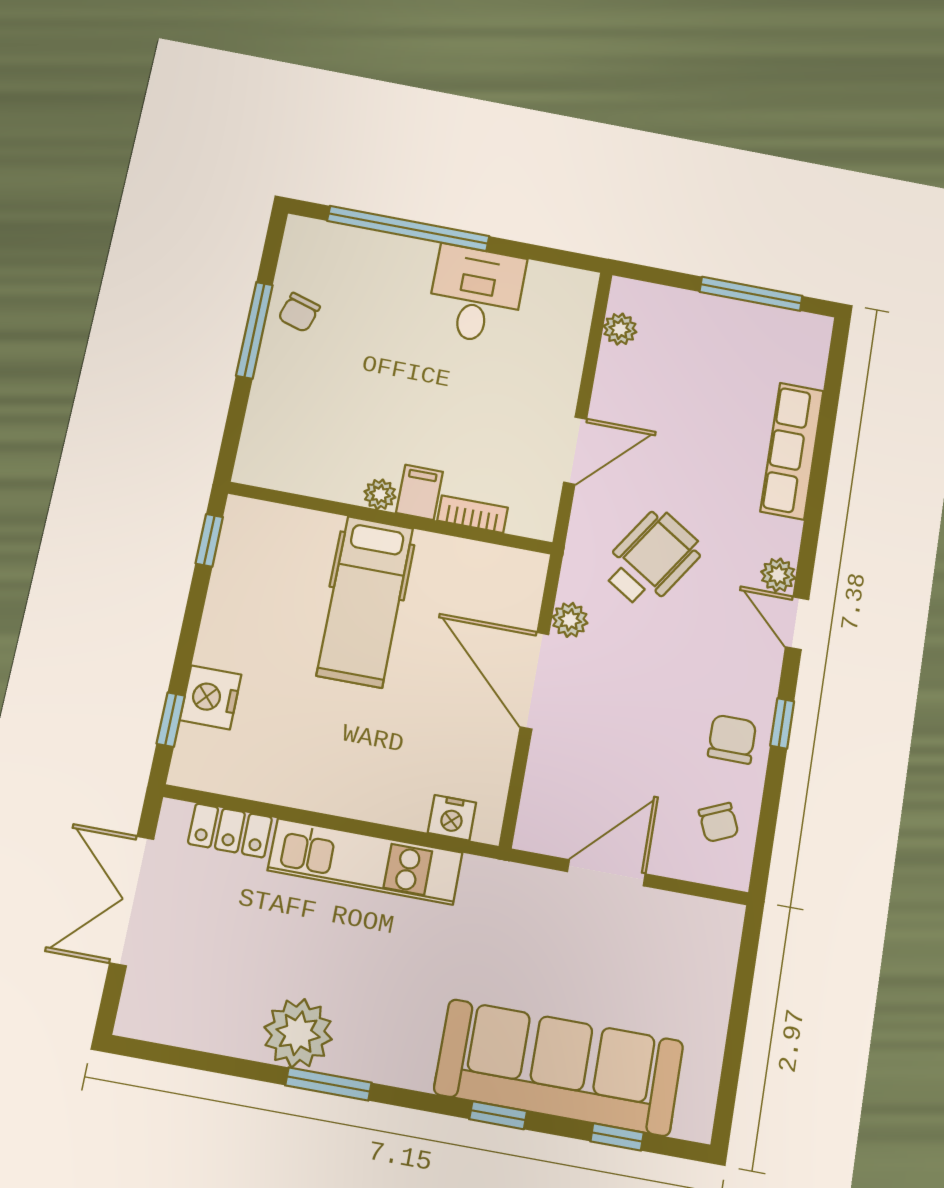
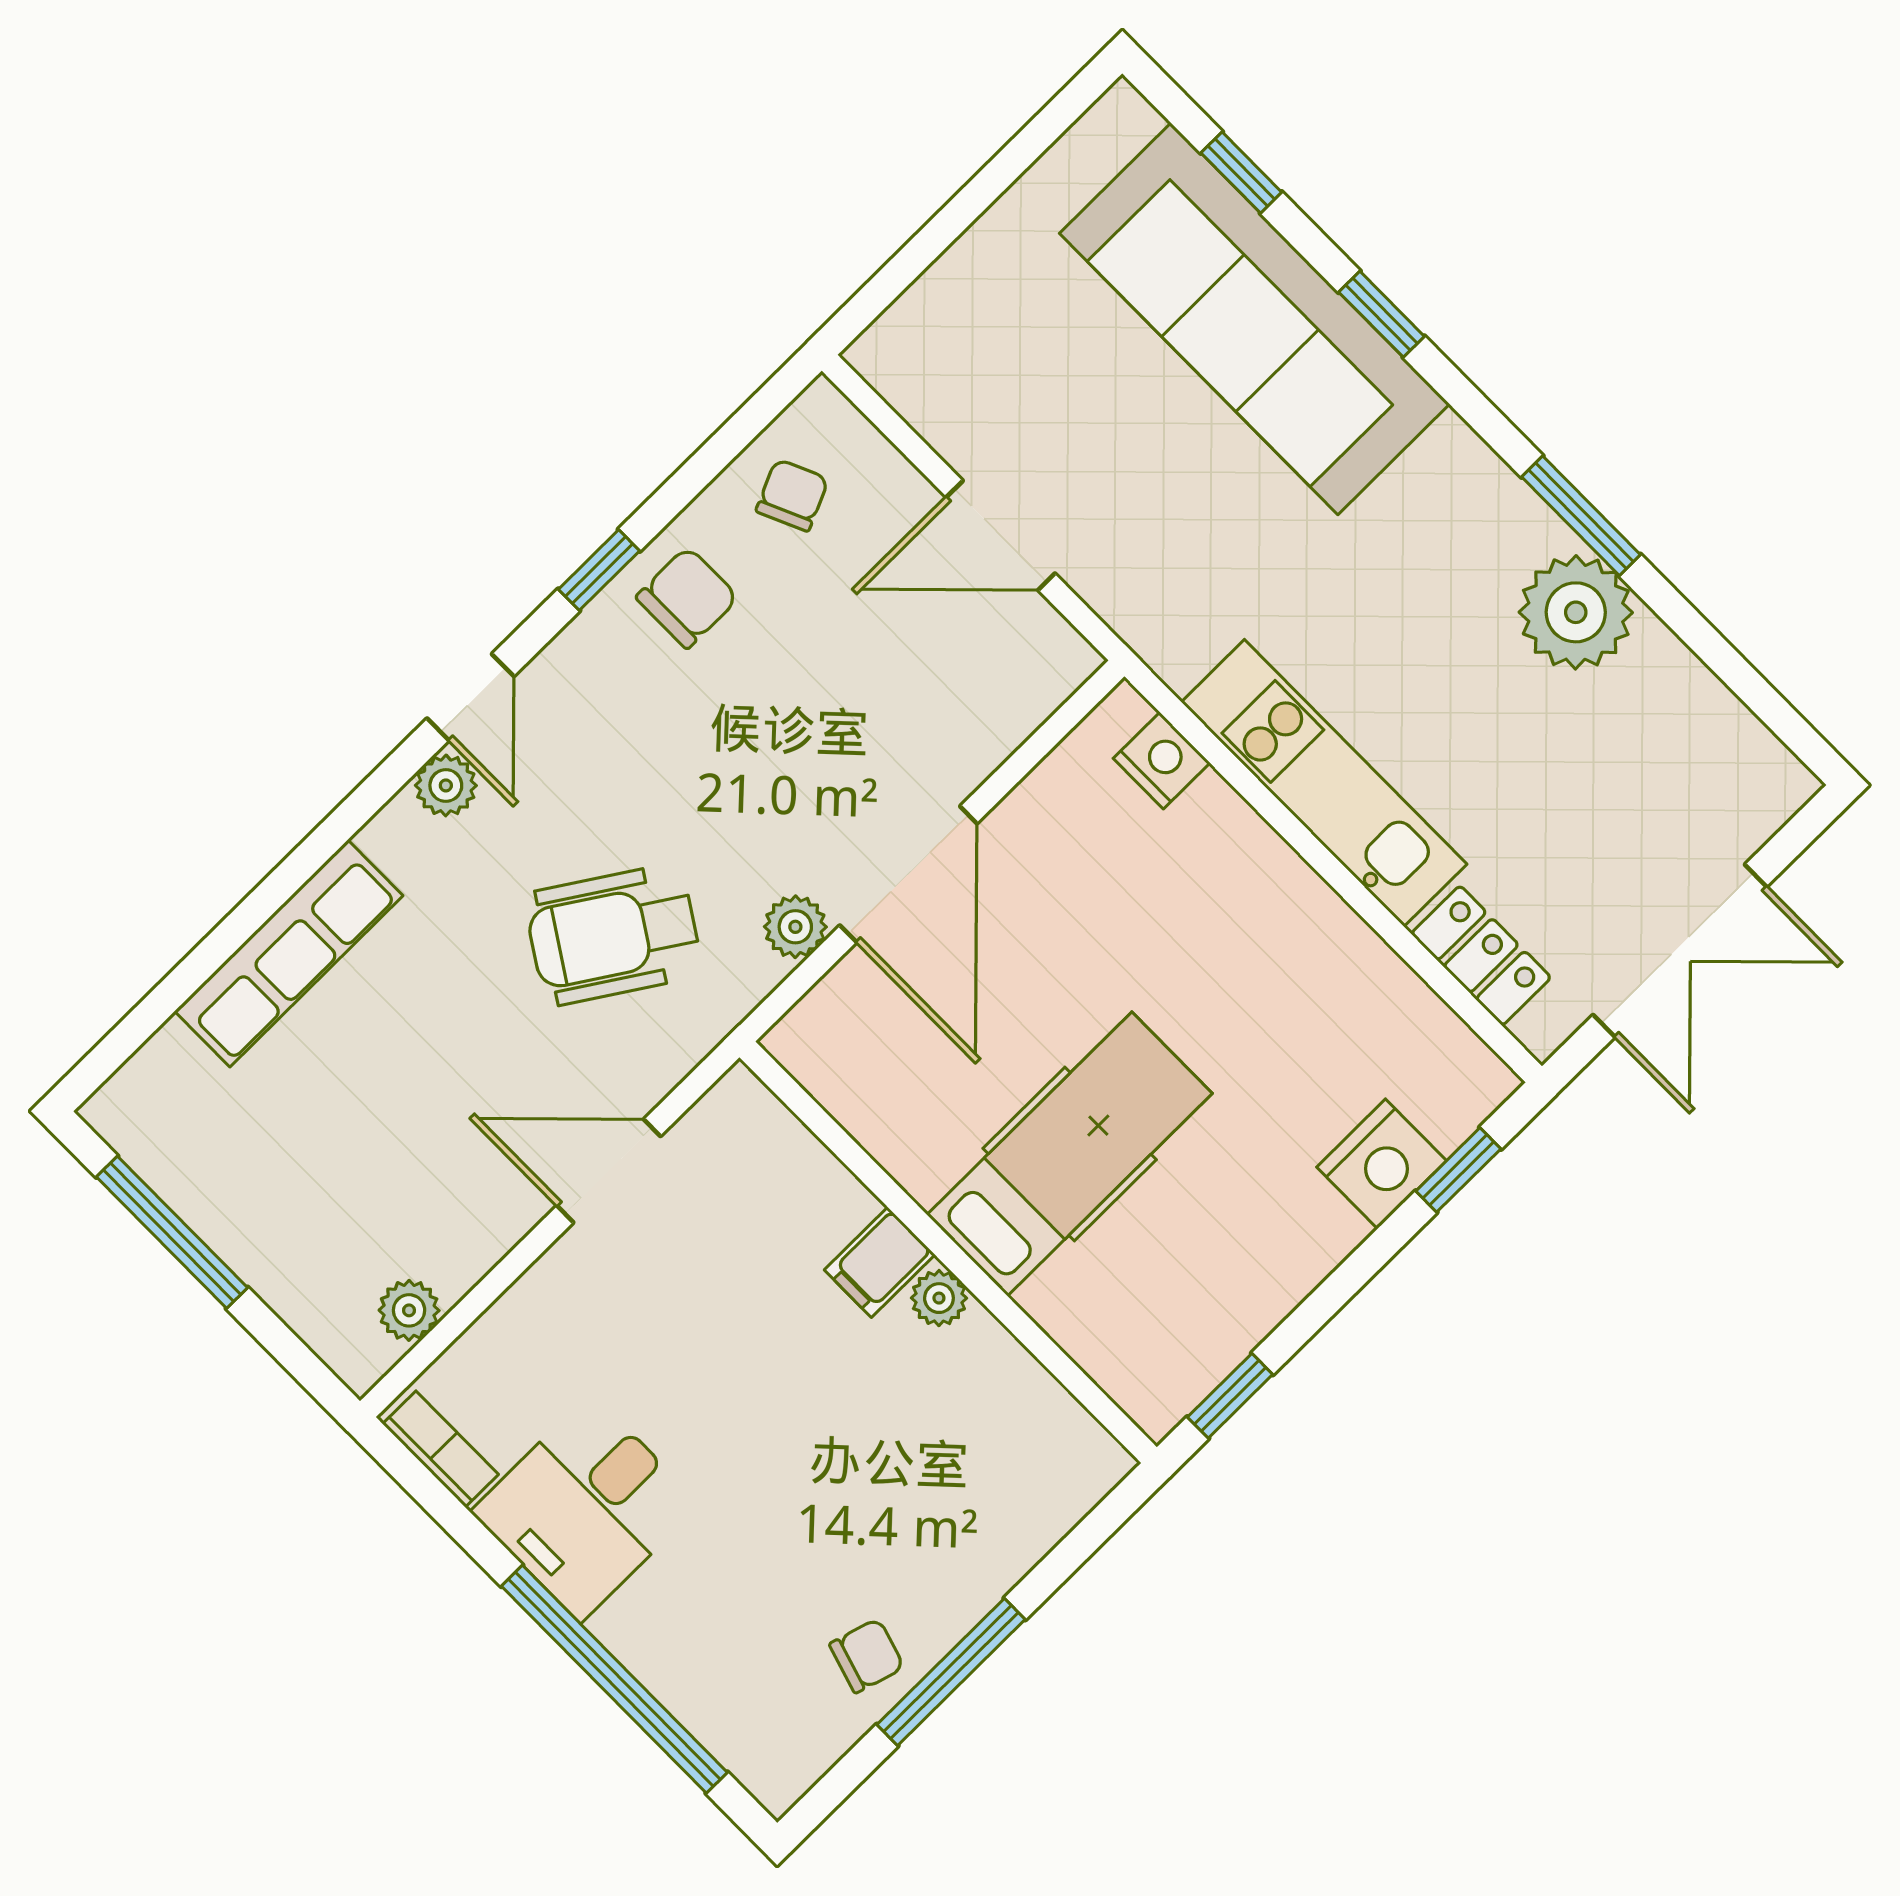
bookcase: (473, 514) -> (441, 1449), moved, turned 180
chair: (732, 739) -> (687, 598), turned 180

